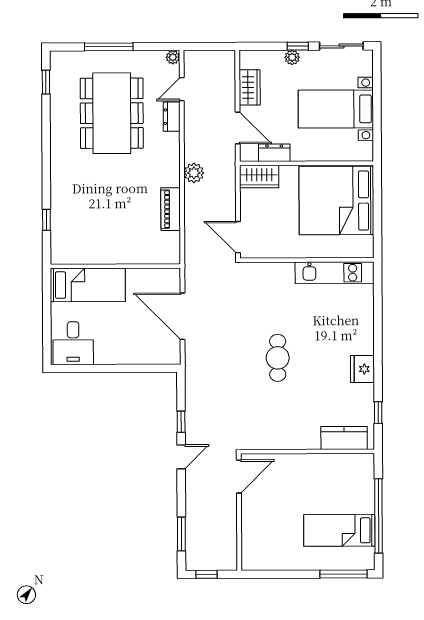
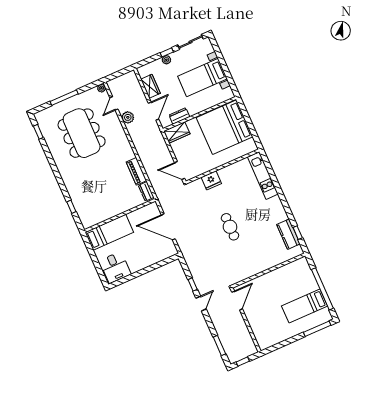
dresser: (172, 117) -> (146, 191), moved
door: (238, 128) -> (154, 111), hinge flipped
plant: (194, 173) -> (128, 117), moved
kitchen unit: (335, 273) -> (263, 176), moved, turned 90
fridge: (362, 369) -> (211, 180), moved, turned -90
kitchen counter: (344, 438) -> (288, 234), moved, turned -90

